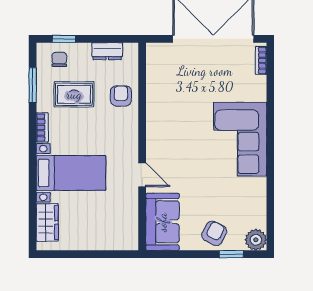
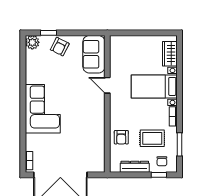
dresser: (107, 51) -> (135, 167), width x1.44

